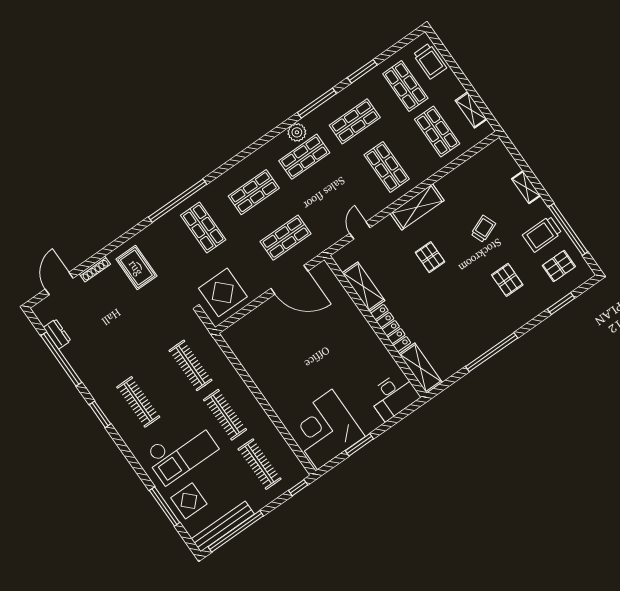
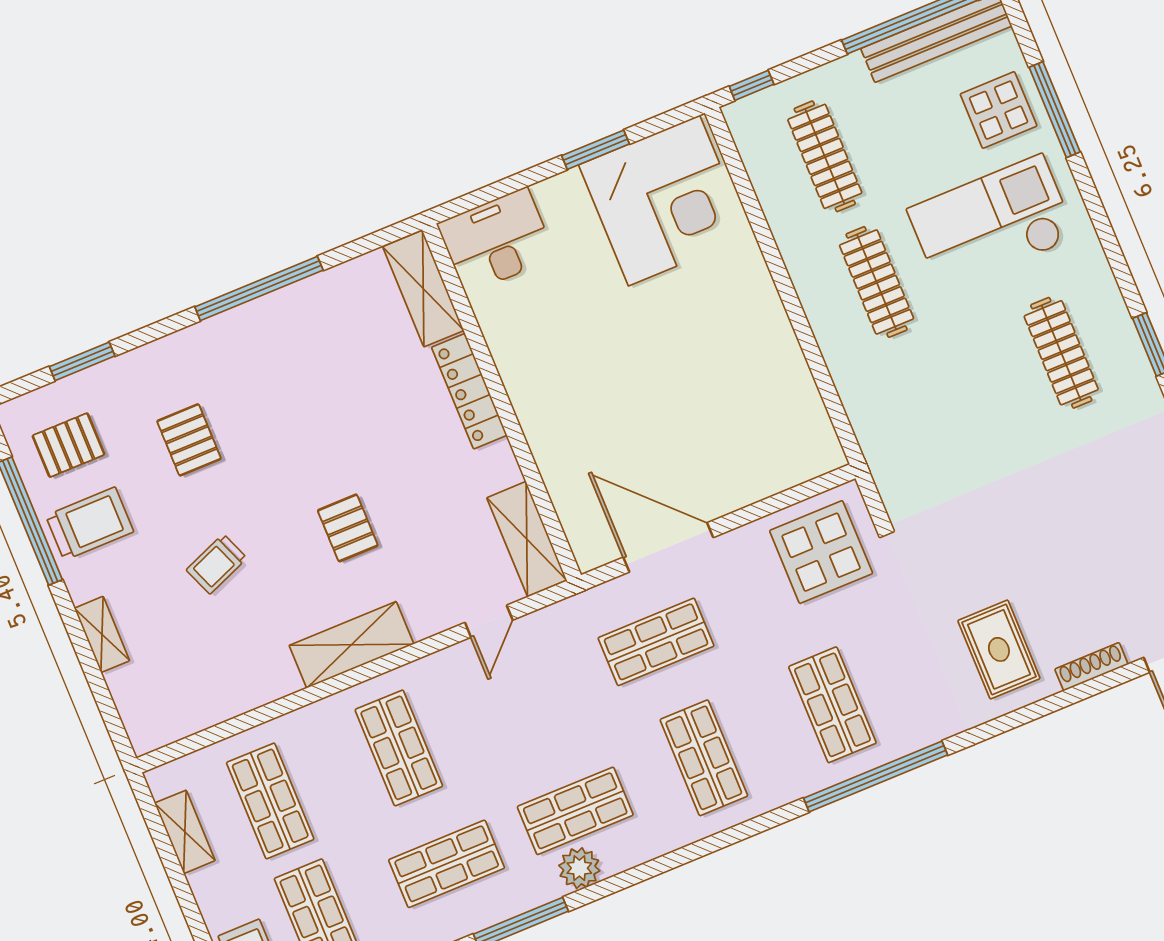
shop shelf: (254, 192) -> (704, 758), turned 90
shelving: (363, 287) -> (527, 539), moved
clothes rail: (190, 365) -> (928, 408), removed

